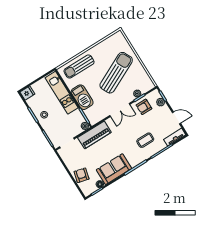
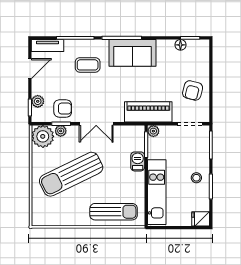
plant: (145, 84) -> (43, 136), added
barbecue: (82, 97) -> (138, 161), width x0.53, depth x0.65
double door: (120, 110) -> (96, 124), swing flipped
door: (176, 118) -> (30, 69), swing flipped
sofa: (114, 169) -> (132, 53), moved
armchair: (82, 175) -> (193, 90), moved

